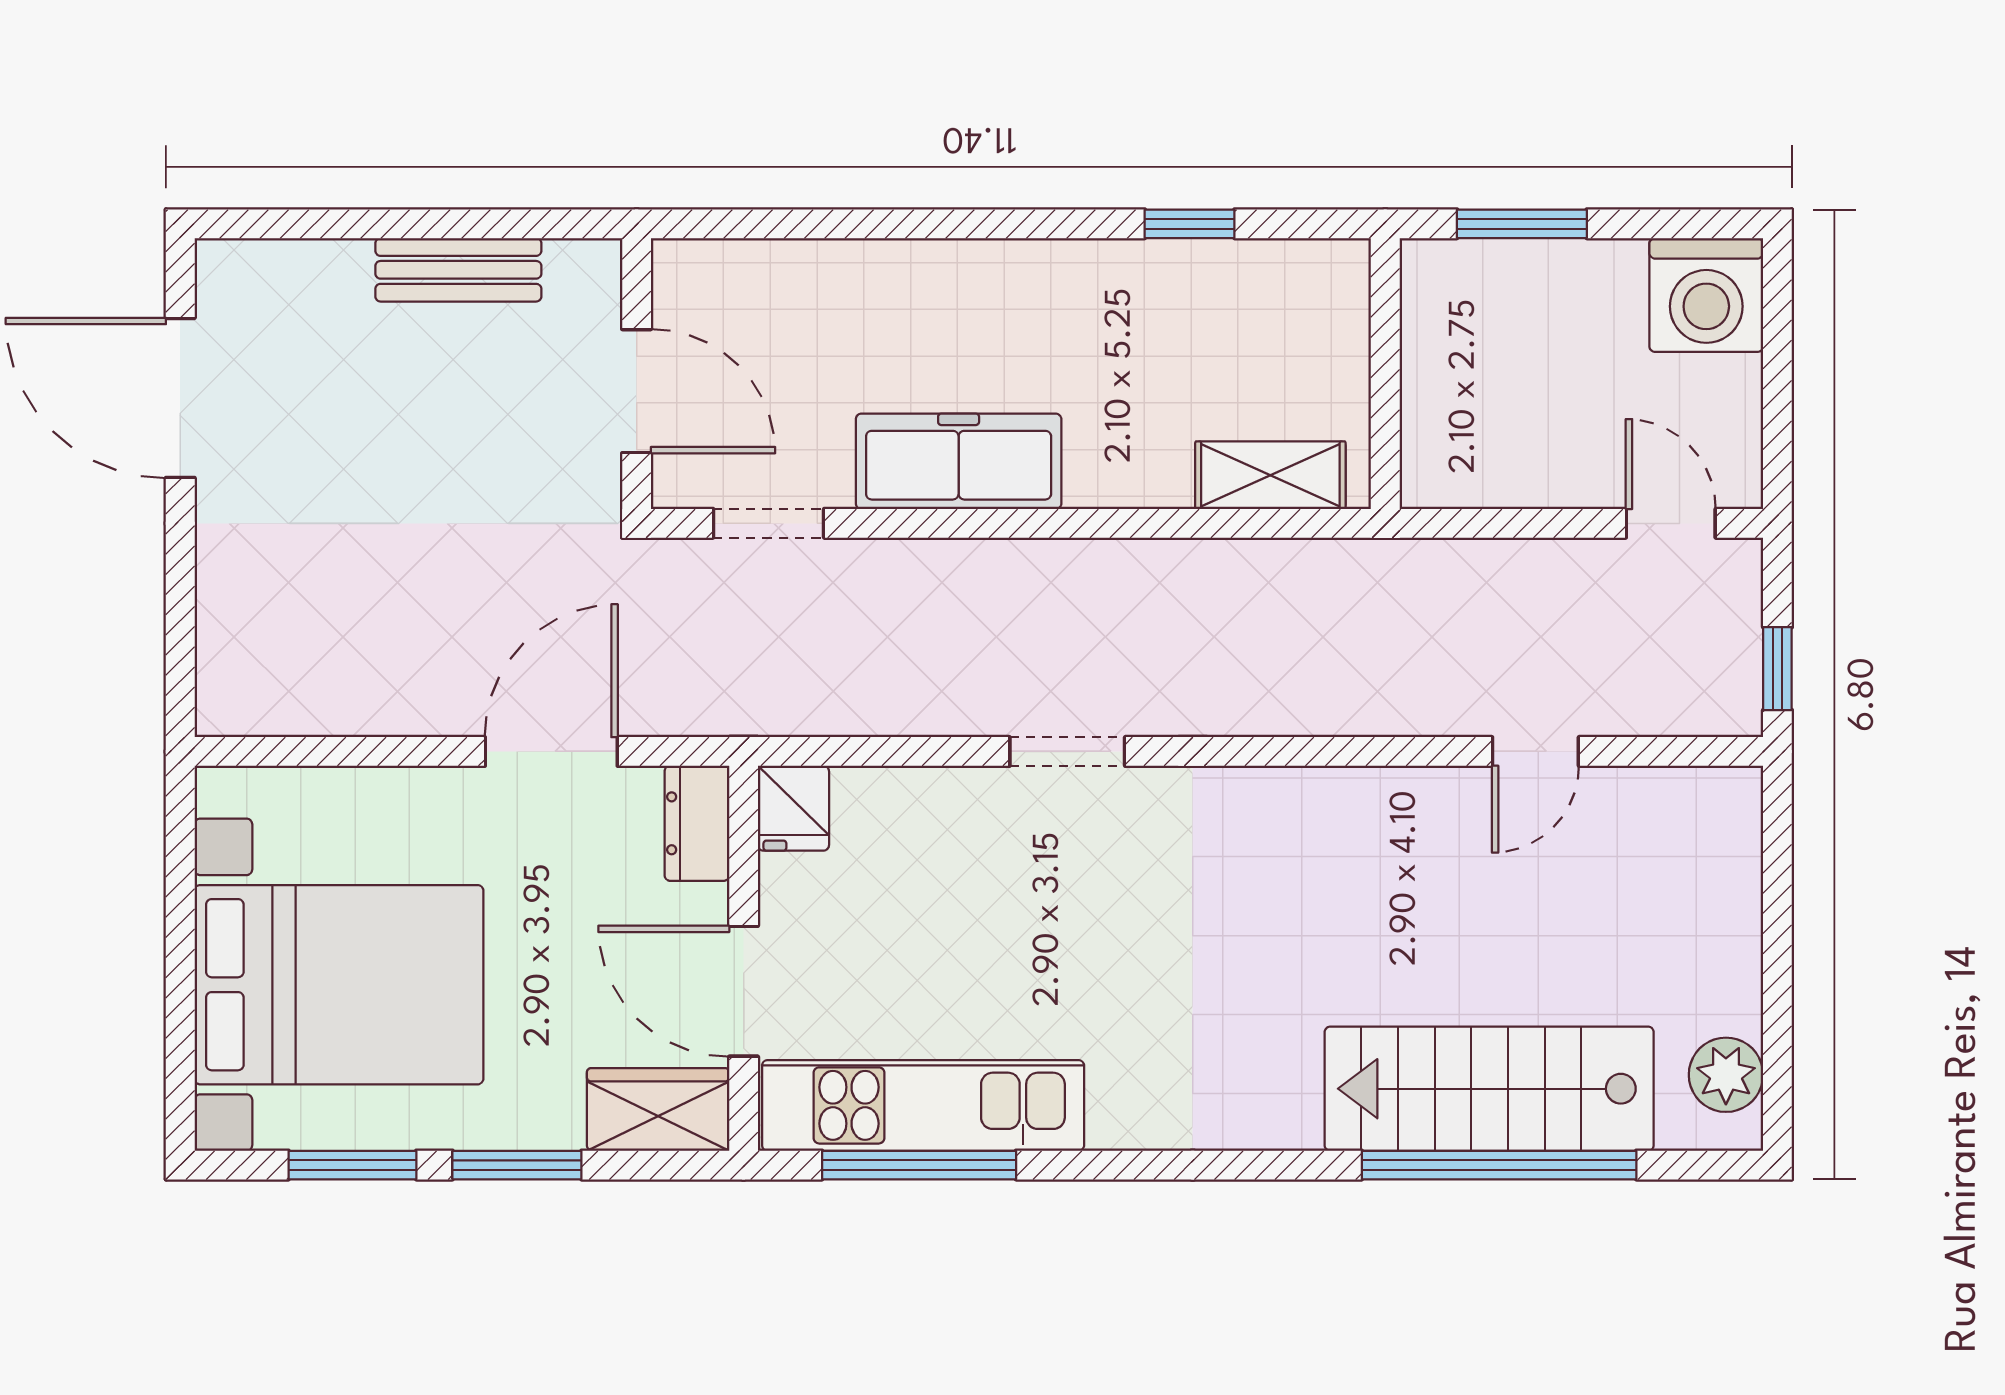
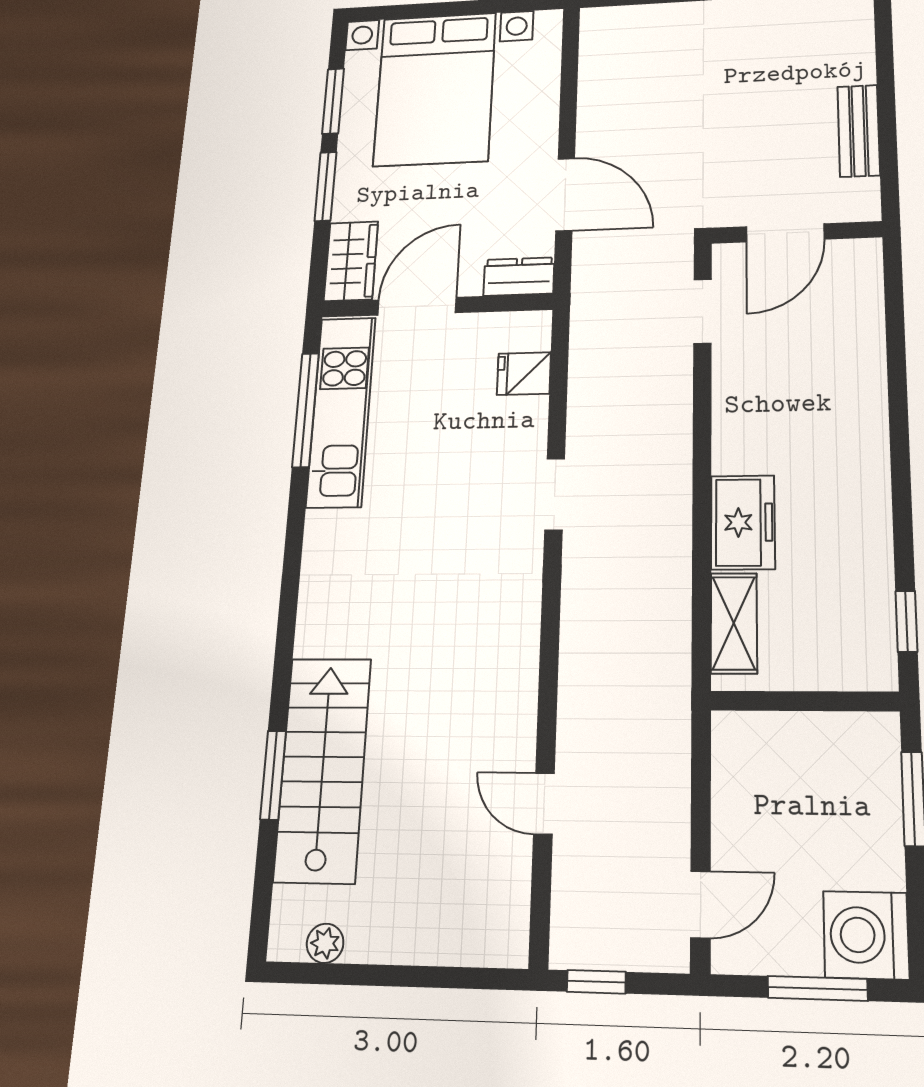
window: (1190, 224) -> (906, 621), moved
window: (1777, 363) -> (818, 988), added
freezer: (959, 461) -> (743, 522), moved, width x0.71
fridge: (793, 808) -> (524, 374), moved
plant: (1726, 1075) -> (325, 943), width x0.73, depth x0.73
window: (1499, 1165) -> (273, 775), width x0.47

